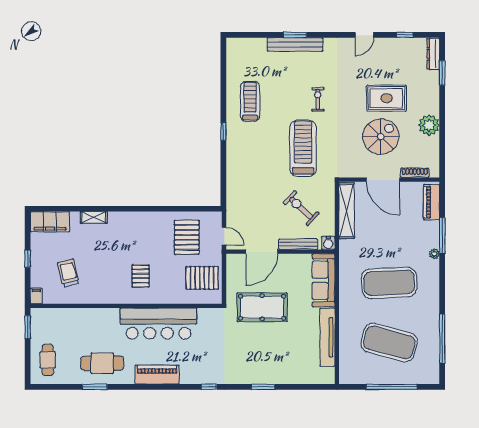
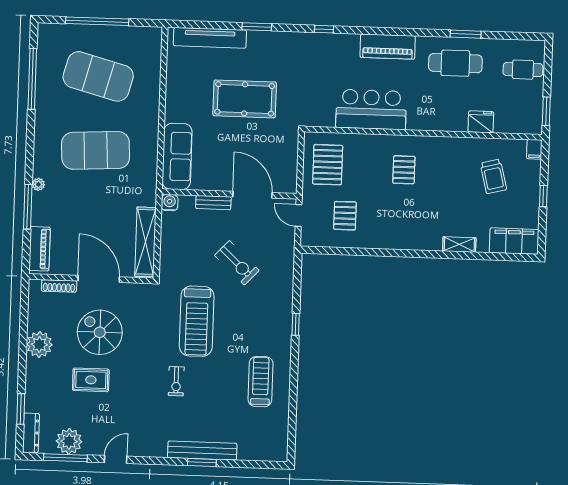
window: (405, 35) -> (65, 458), width x2.17
plant: (402, 48) -> (69, 441), added
rug: (387, 98) -> (91, 380), width x0.73, depth x0.70
treadmill: (250, 101) -> (261, 382), turned 180
window: (223, 131) -> (296, 324), moved
spiral stairs: (381, 137) -> (100, 332), turned 90
exercise bike: (301, 208) -> (237, 263), moved
pallet: (187, 237) -> (345, 216), width x0.67, depth x0.71
bench: (298, 244) -> (213, 203), width x0.73
door: (262, 252) -> (252, 195), hinge flipped
pallet: (202, 278) -> (328, 165), turned 90
pool table: (262, 307) -> (245, 99), moved
fridge: (80, 317) -> (481, 122), added
bar counter: (158, 324) -> (371, 109), width x0.73
tv unit: (327, 337) -> (210, 38), moved, turned 90
cafe table: (48, 360) -> (523, 70), turned 90

